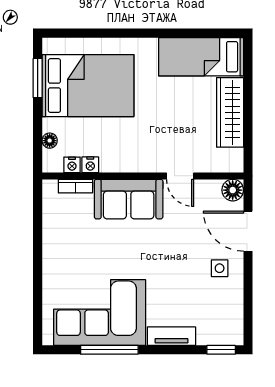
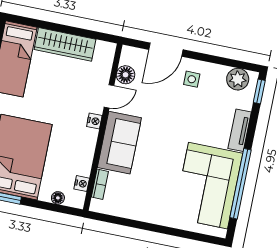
nightstand: (90, 165) -> (94, 121), moved
floor lamp: (233, 190) -> (126, 75), moved
plant: (231, 322) -> (238, 79), added
window: (109, 350) -> (240, 184), width x1.46

